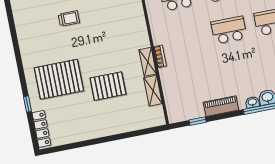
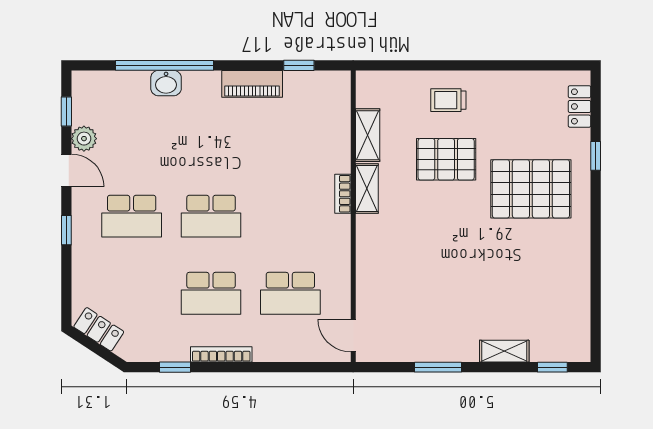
trolley: (69, 18) -> (448, 100), moved
washbasin: (252, 102) -> (195, 80), removed
locker: (41, 129) -> (580, 106), width x0.66

